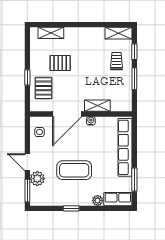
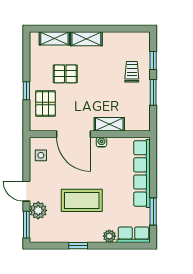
shelving: (119, 33) -> (86, 39), moved
door: (67, 114) -> (73, 134), hinge flipped

